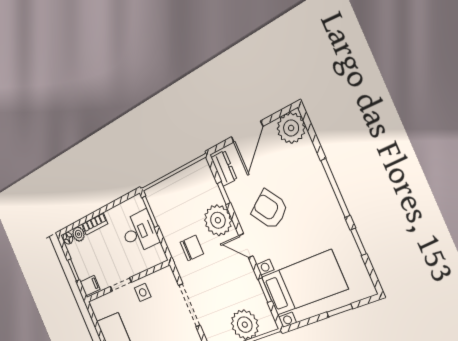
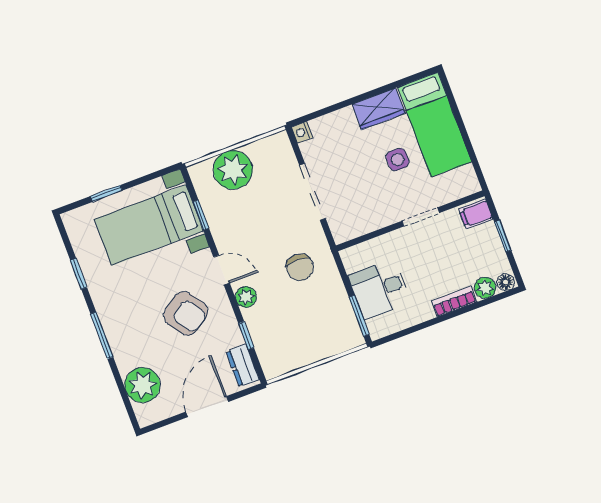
plant: (291, 128) -> (142, 385), moved
window: (335, 188) -> (102, 335), width x0.69
plant: (218, 220) -> (246, 297), width x0.53, depth x0.53
chair: (192, 248) -> (300, 267), turned -90
side table: (143, 292) -> (398, 160), moved

